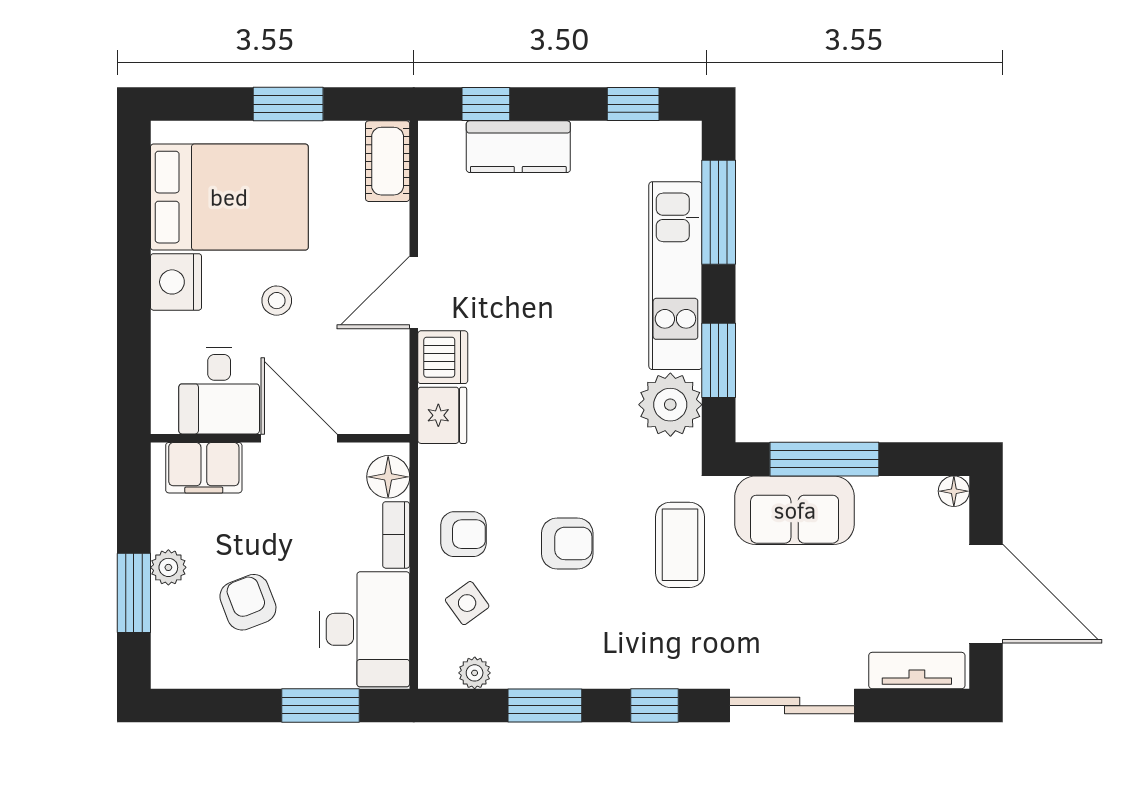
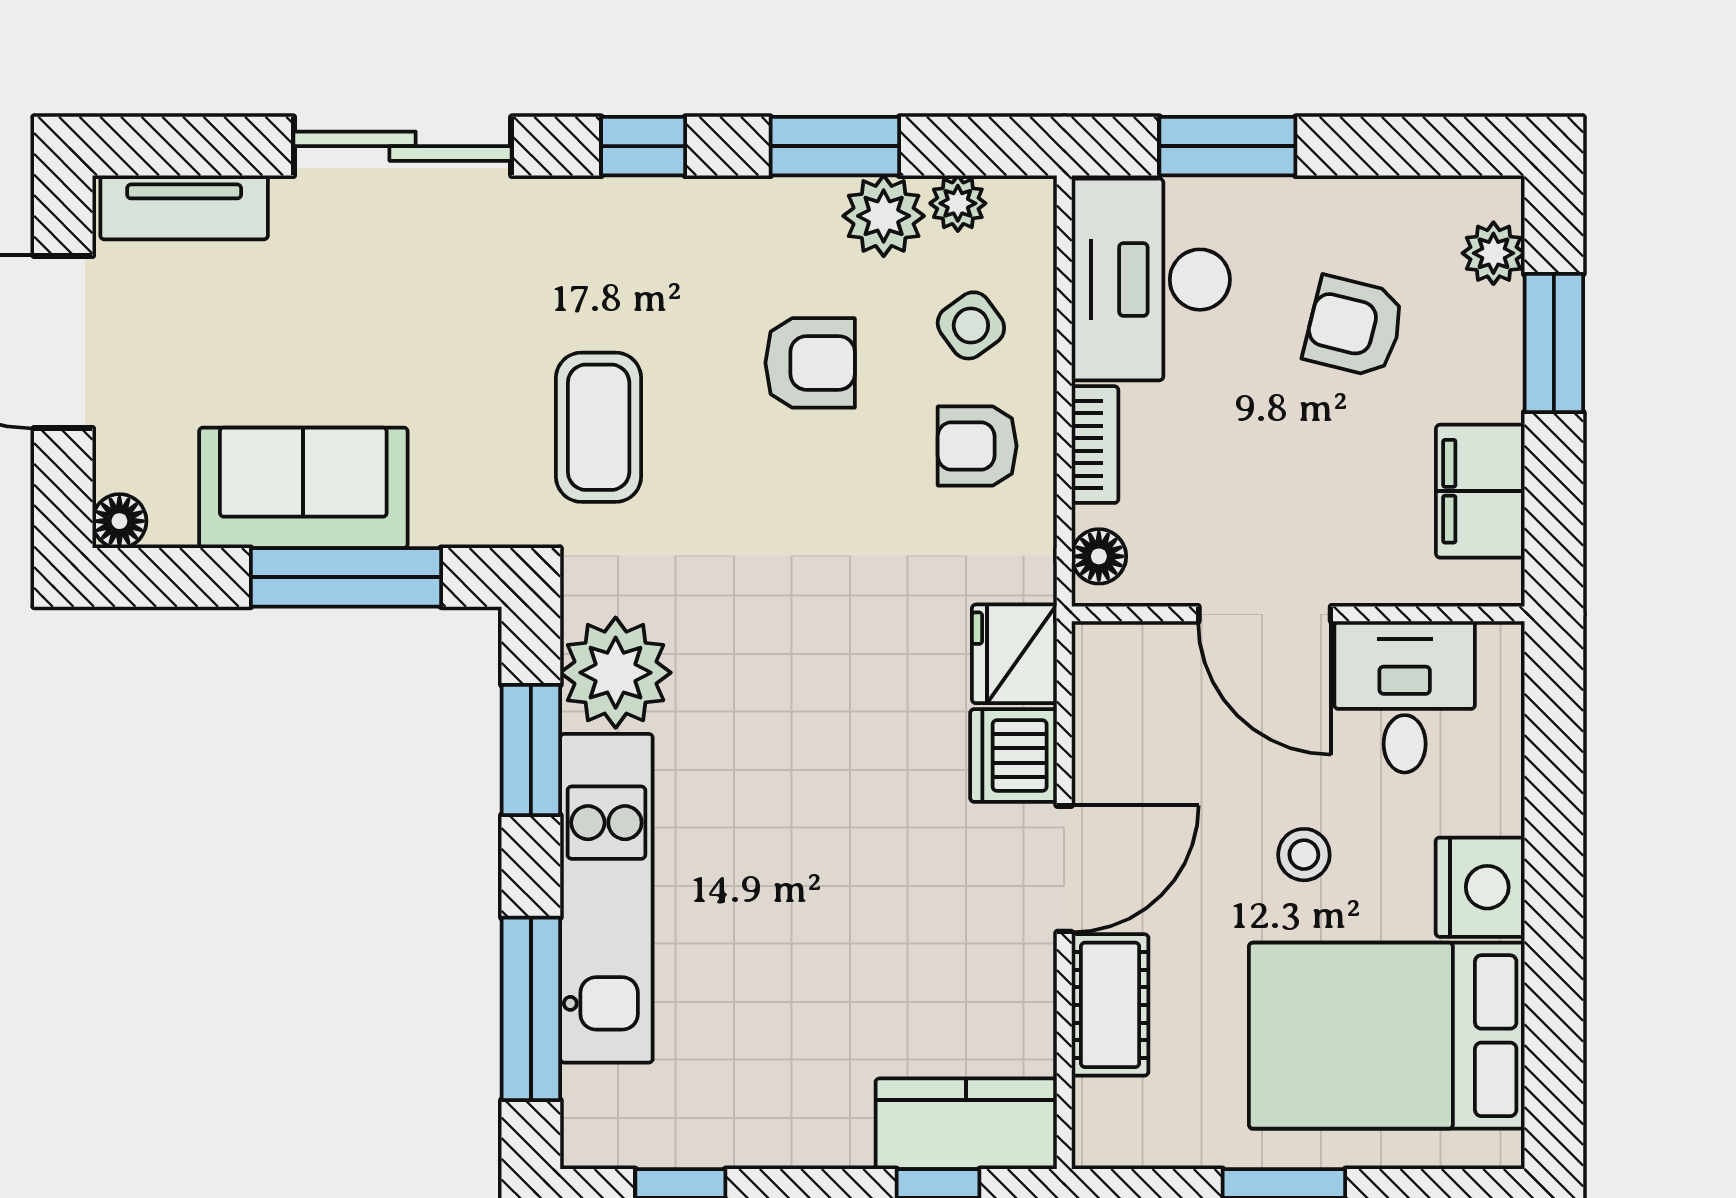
kitchen counter: (518, 147) -> (966, 1124), moved
cot: (388, 161) -> (1110, 1005), moved
filing cabinet: (204, 468) -> (1480, 491), moved, turned -90
floor lamp: (388, 477) -> (1099, 556), width x0.73, depth x0.73
sofa: (795, 510) -> (303, 488), moved
armchair: (567, 543) -> (810, 363), moved, turned 180
plant: (168, 567) -> (1493, 253), moved
armchair: (248, 602) -> (1354, 327), turned 125
plant: (517, 666) -> (884, 216), added

